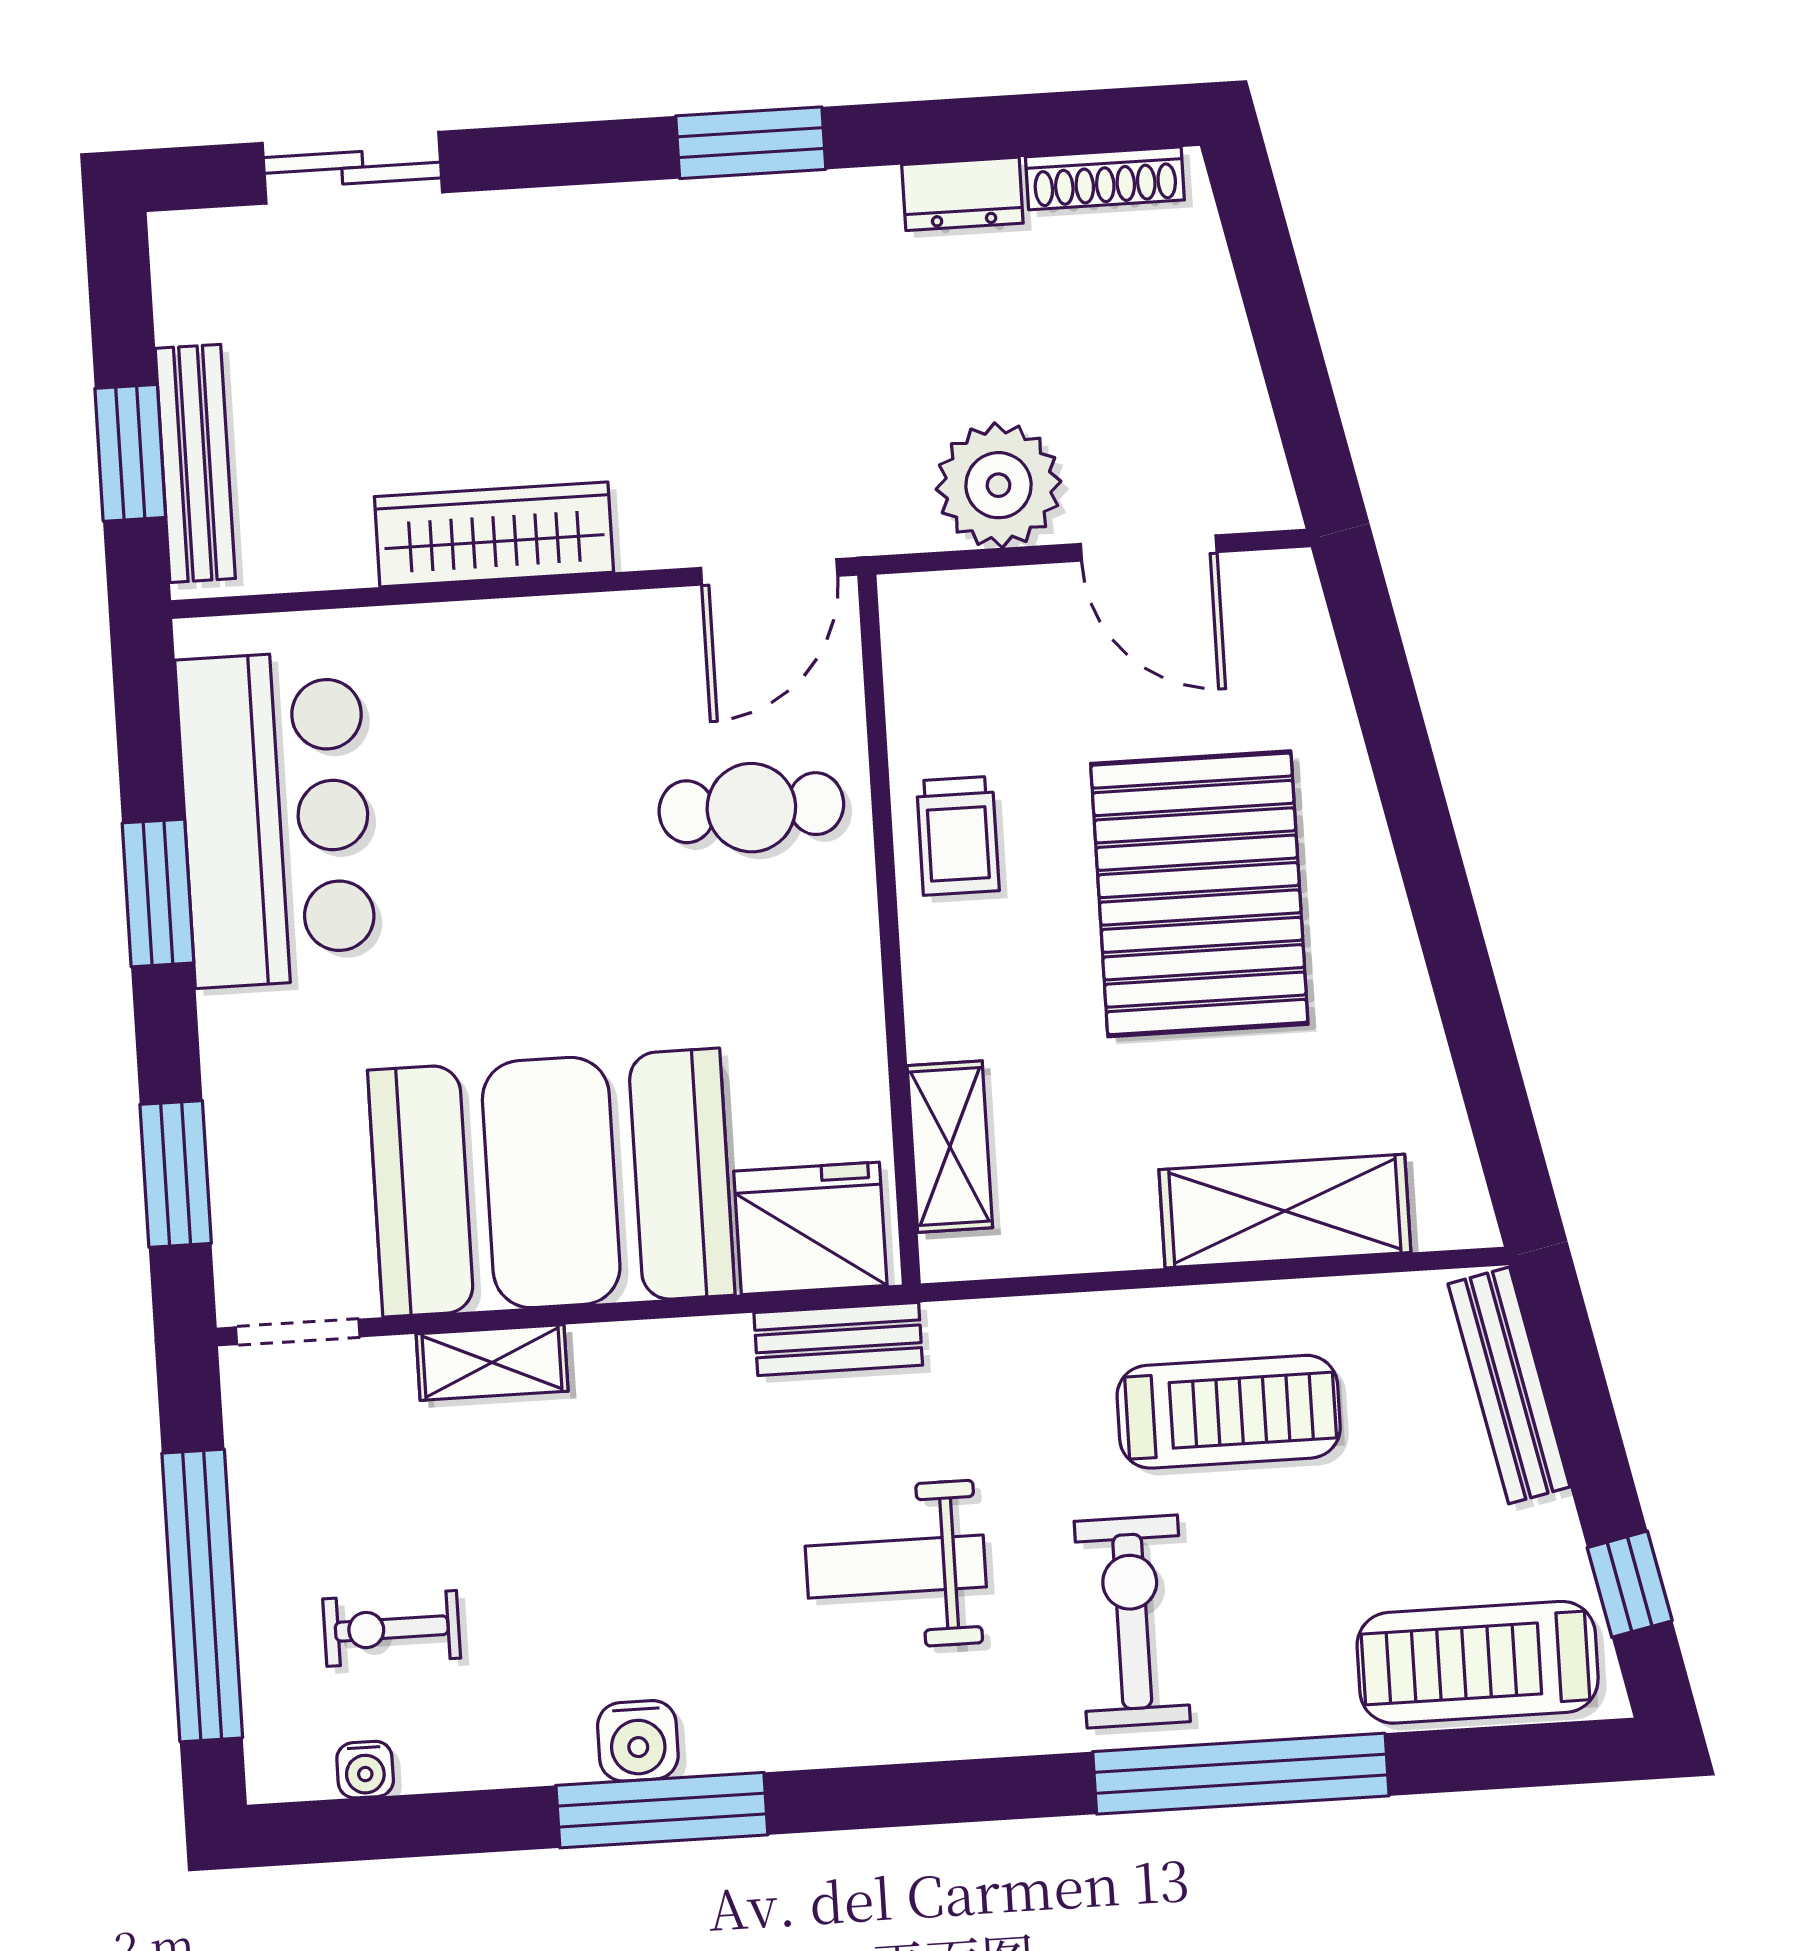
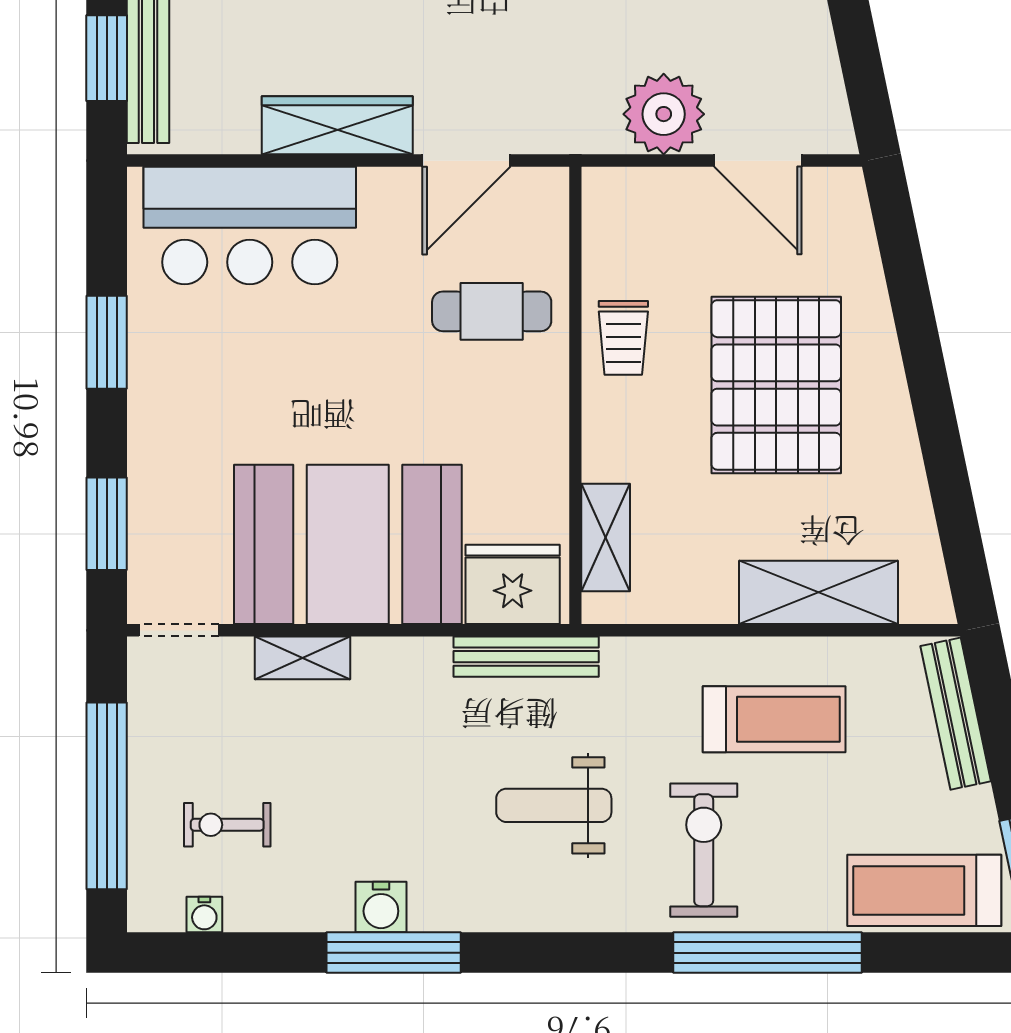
door: (769, 572) -> (466, 161), moved
bar counter: (276, 819) -> (250, 225), moved, turned 90
bench: (838, 1339) -> (526, 657), width x1.36

